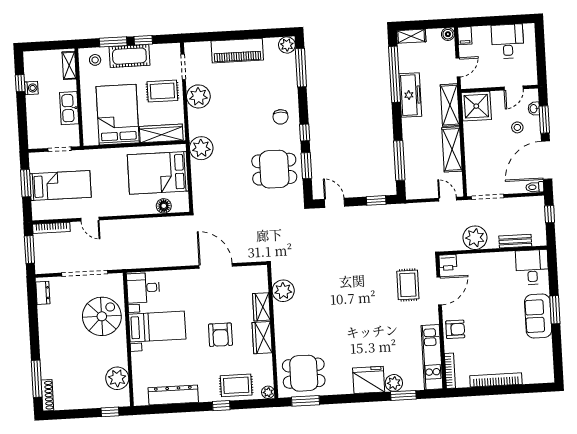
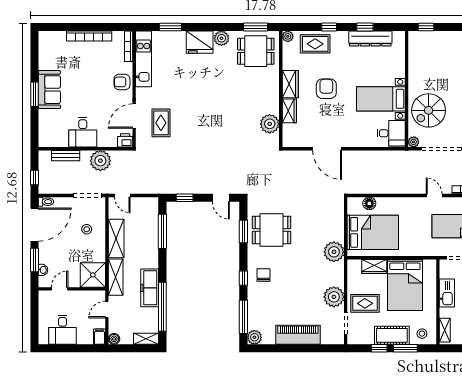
stool: (517, 127) -> (87, 229), moved
wardrobe: (161, 133) -> (374, 267), width x0.67
window: (305, 133) -> (243, 278), moved
desk: (532, 267) -> (83, 132), moved
plant: (117, 378) -> (414, 142), moved, width x0.53, depth x0.53
plant: (394, 383) -> (221, 38), moved
window: (180, 408) -> (365, 27), added

